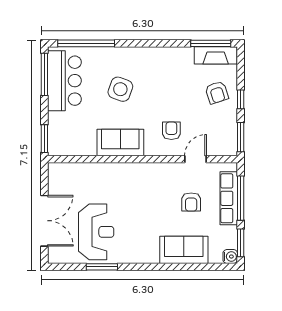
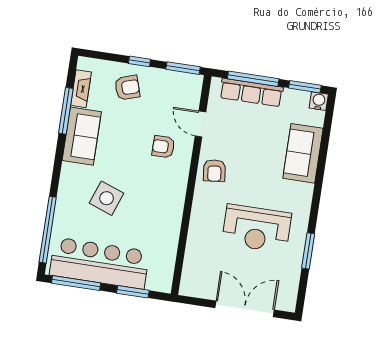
window: (211, 43) -> (66, 111), moved
fireplace: (216, 55) -> (81, 89), width x0.73, depth x0.76
bar counter: (64, 81) -> (99, 263), width x1.36
window: (44, 139) -> (133, 292), moved
sofa: (120, 143) -> (82, 136), moved, turned 180
armchair: (191, 202) -> (214, 171), moved, turned 83
reception desk: (96, 232) -> (257, 228), moved, turned 180

